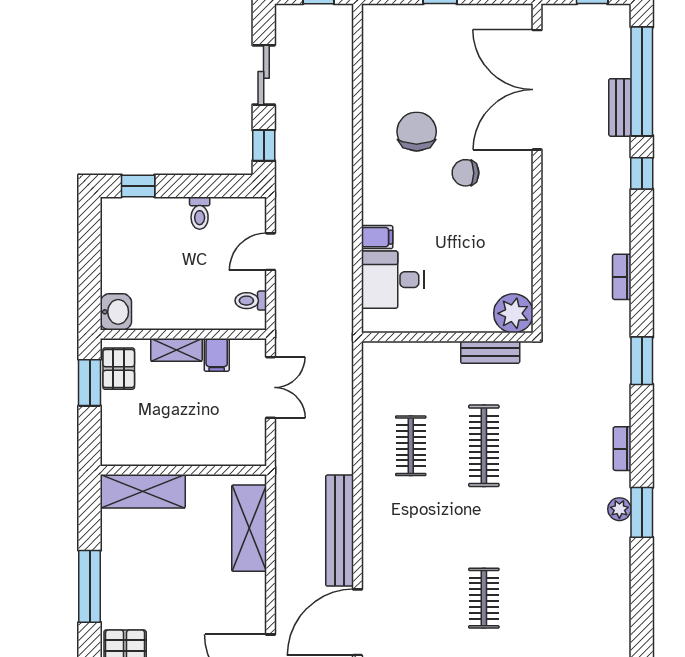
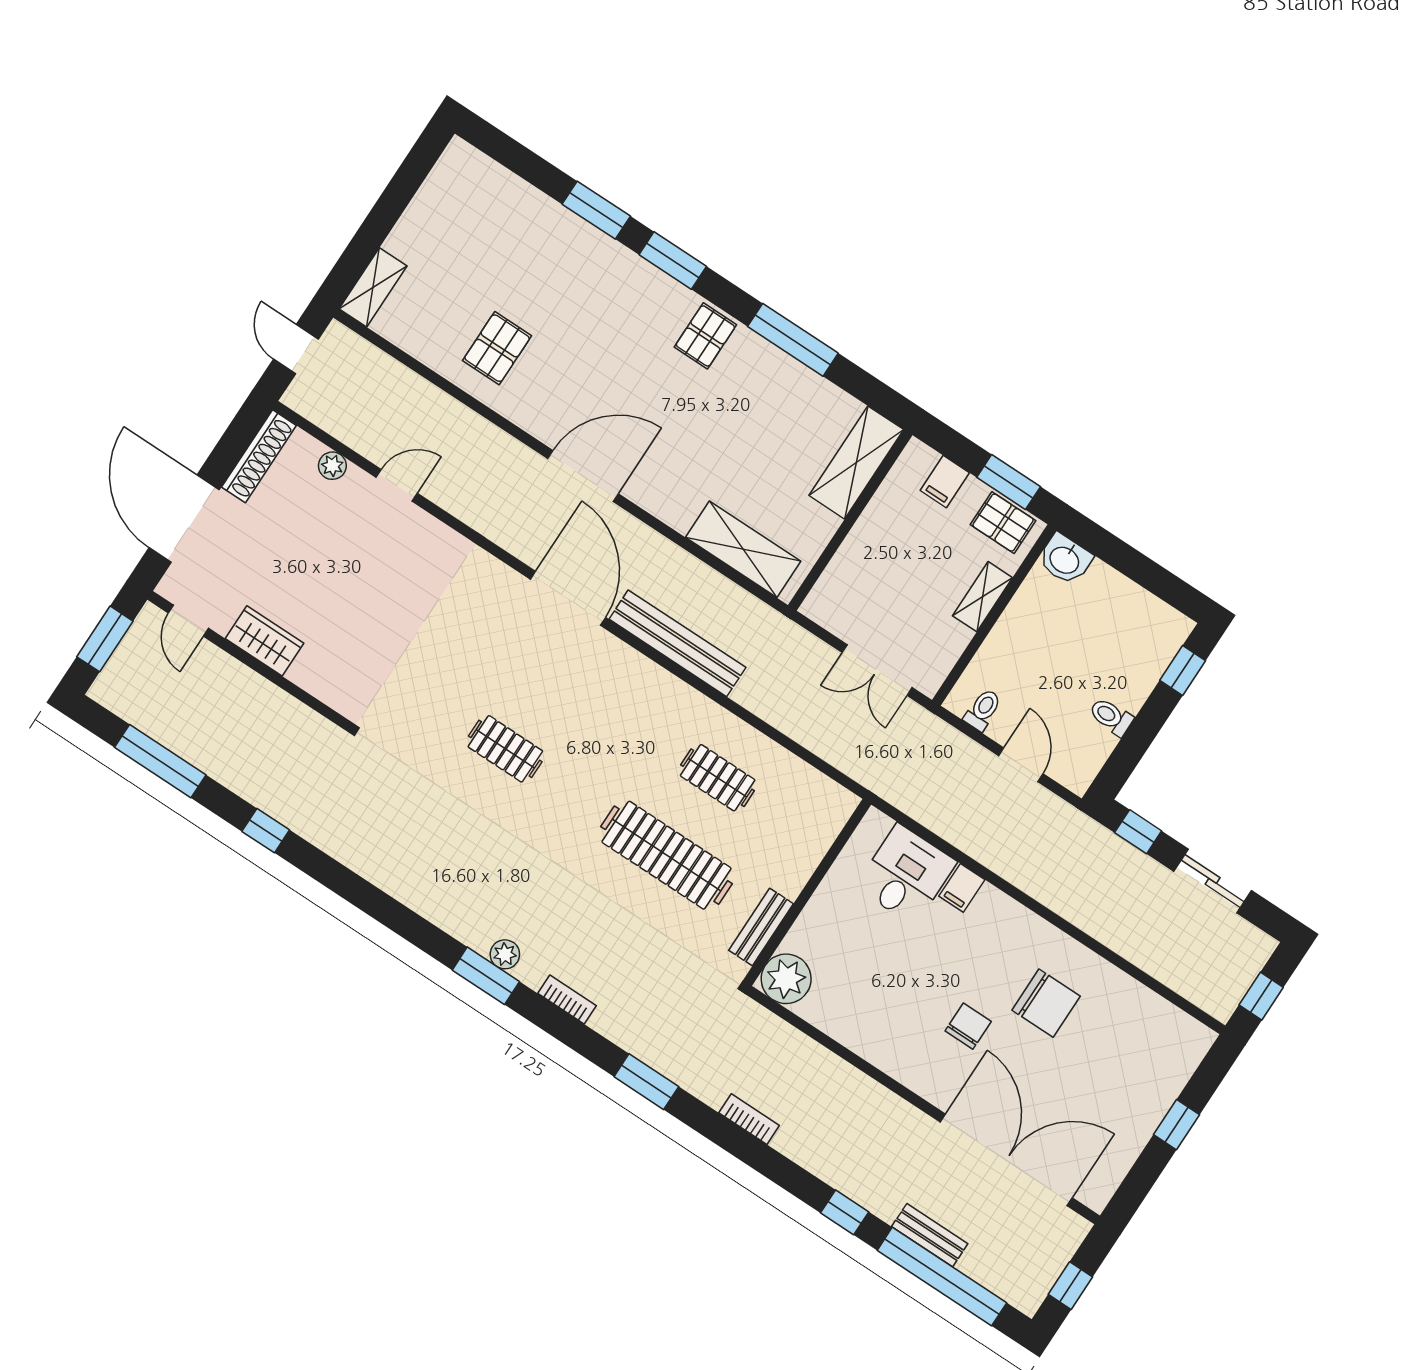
filing cabinet: (217, 355) -> (945, 482), moved, turned -90
clothes rail: (484, 446) -> (667, 855), width x1.37, depth x1.31

